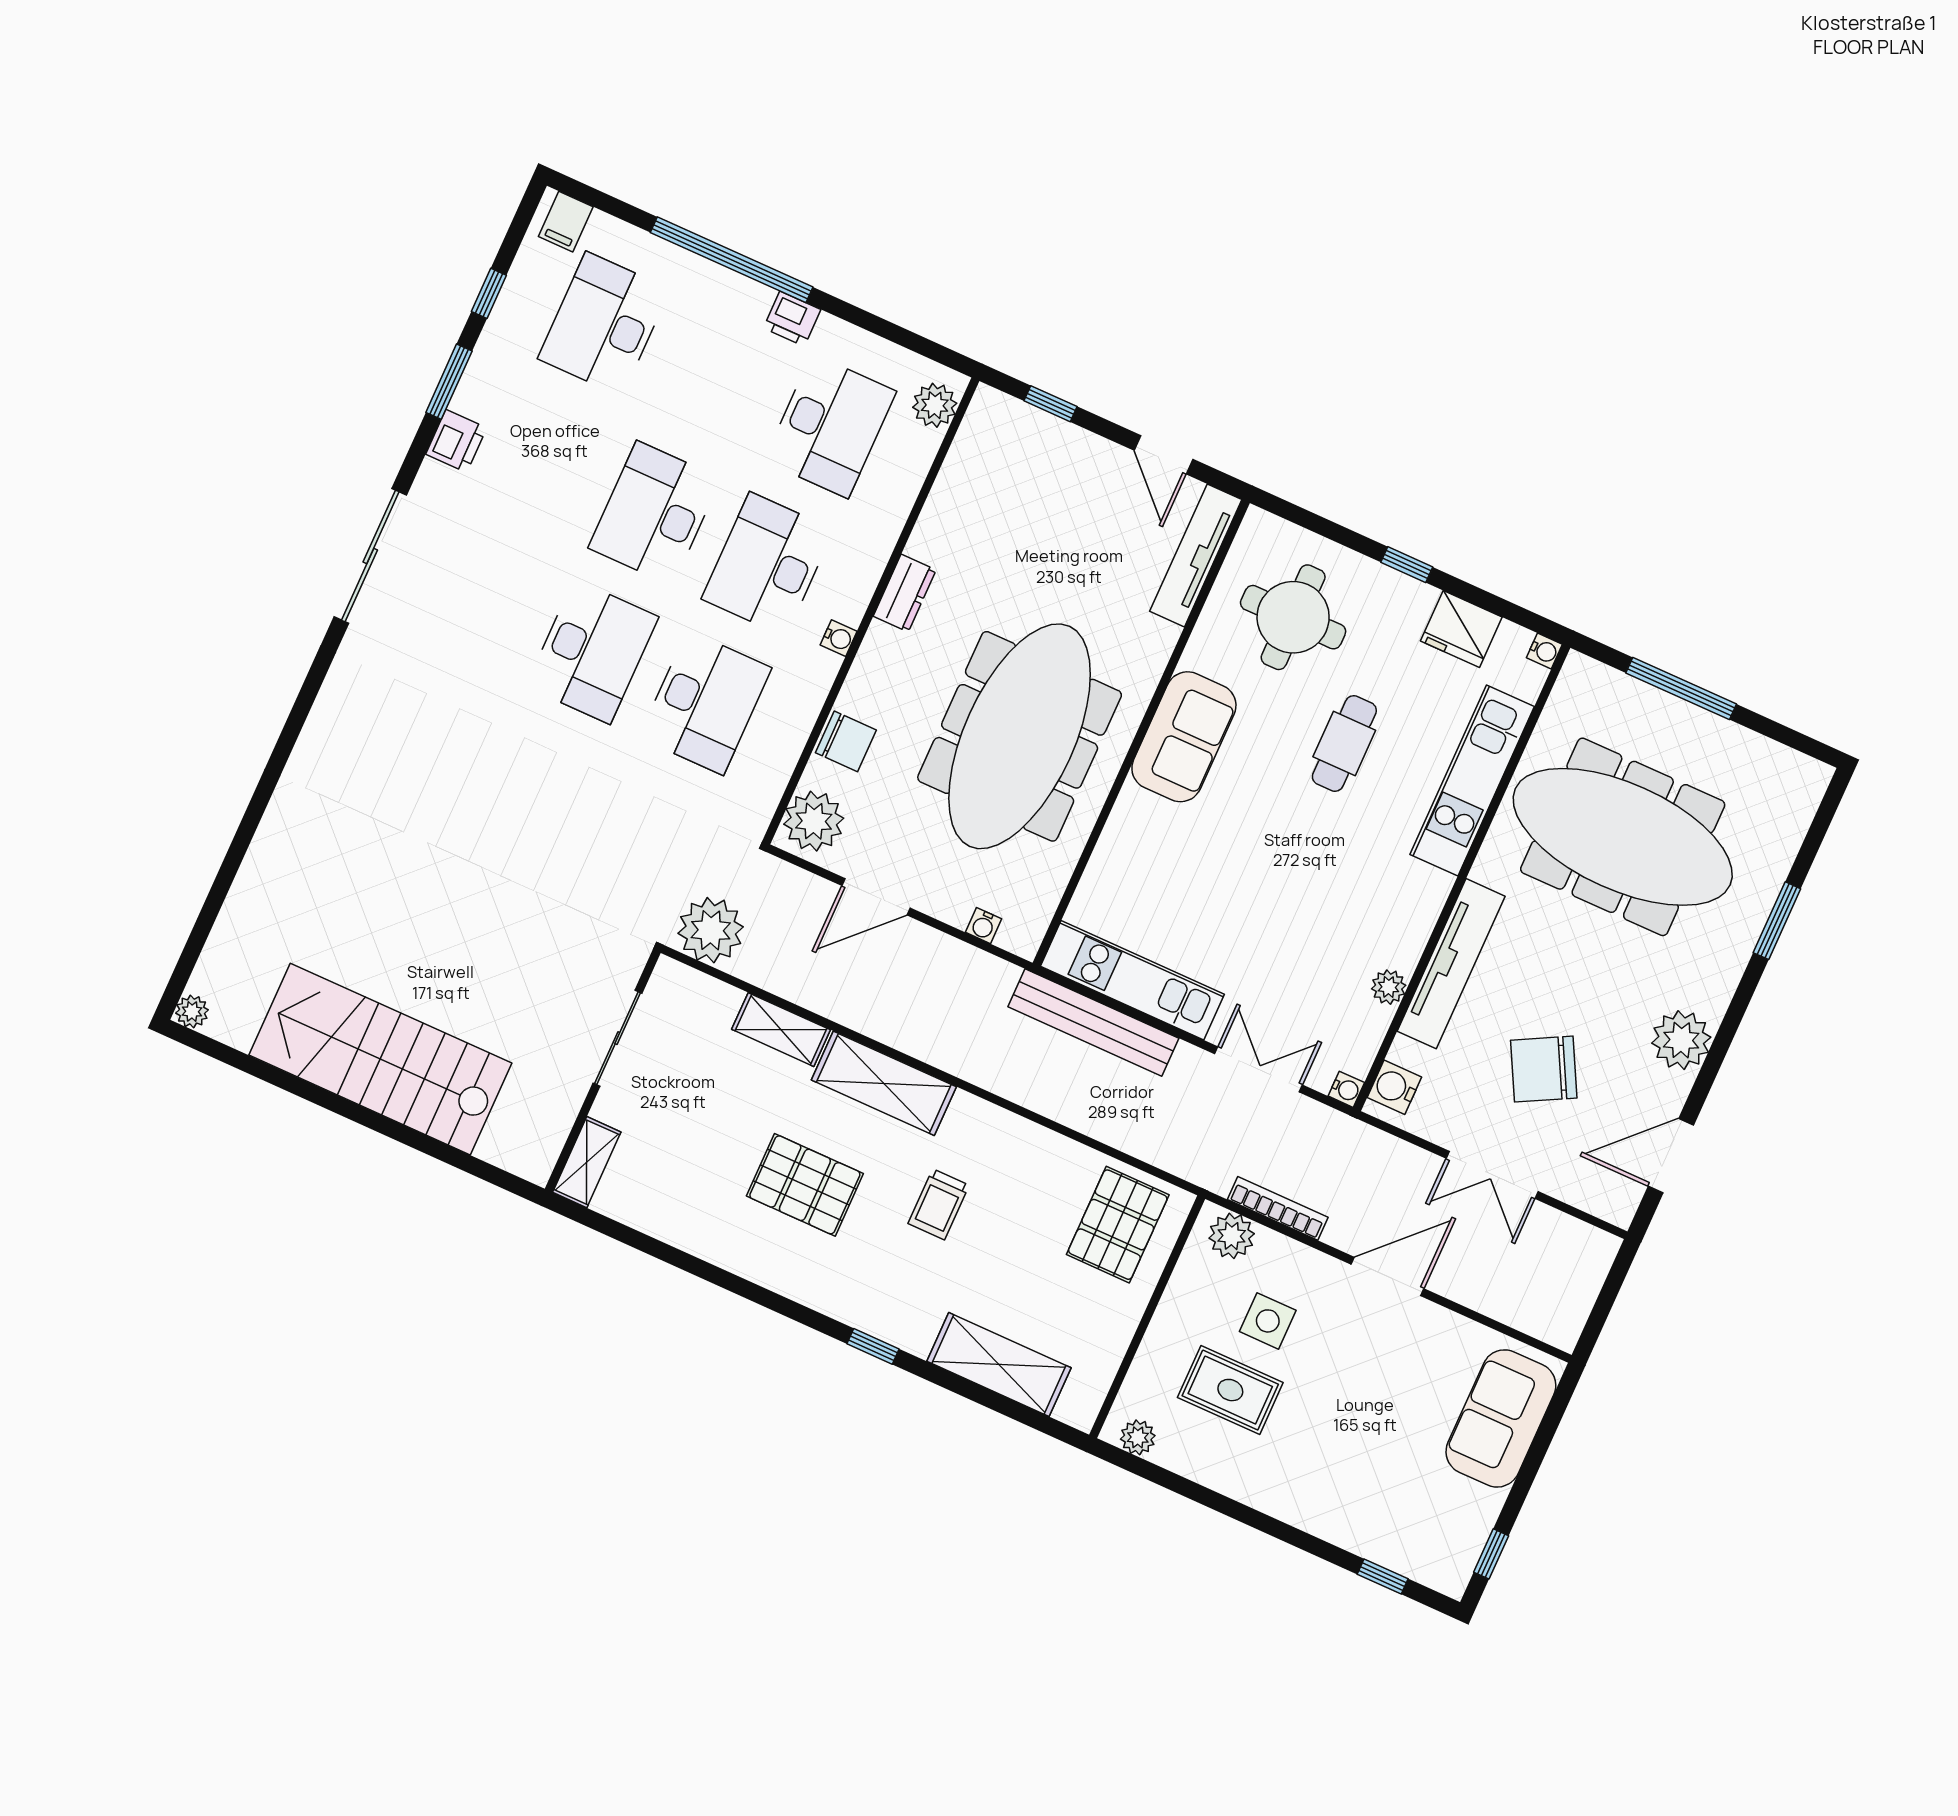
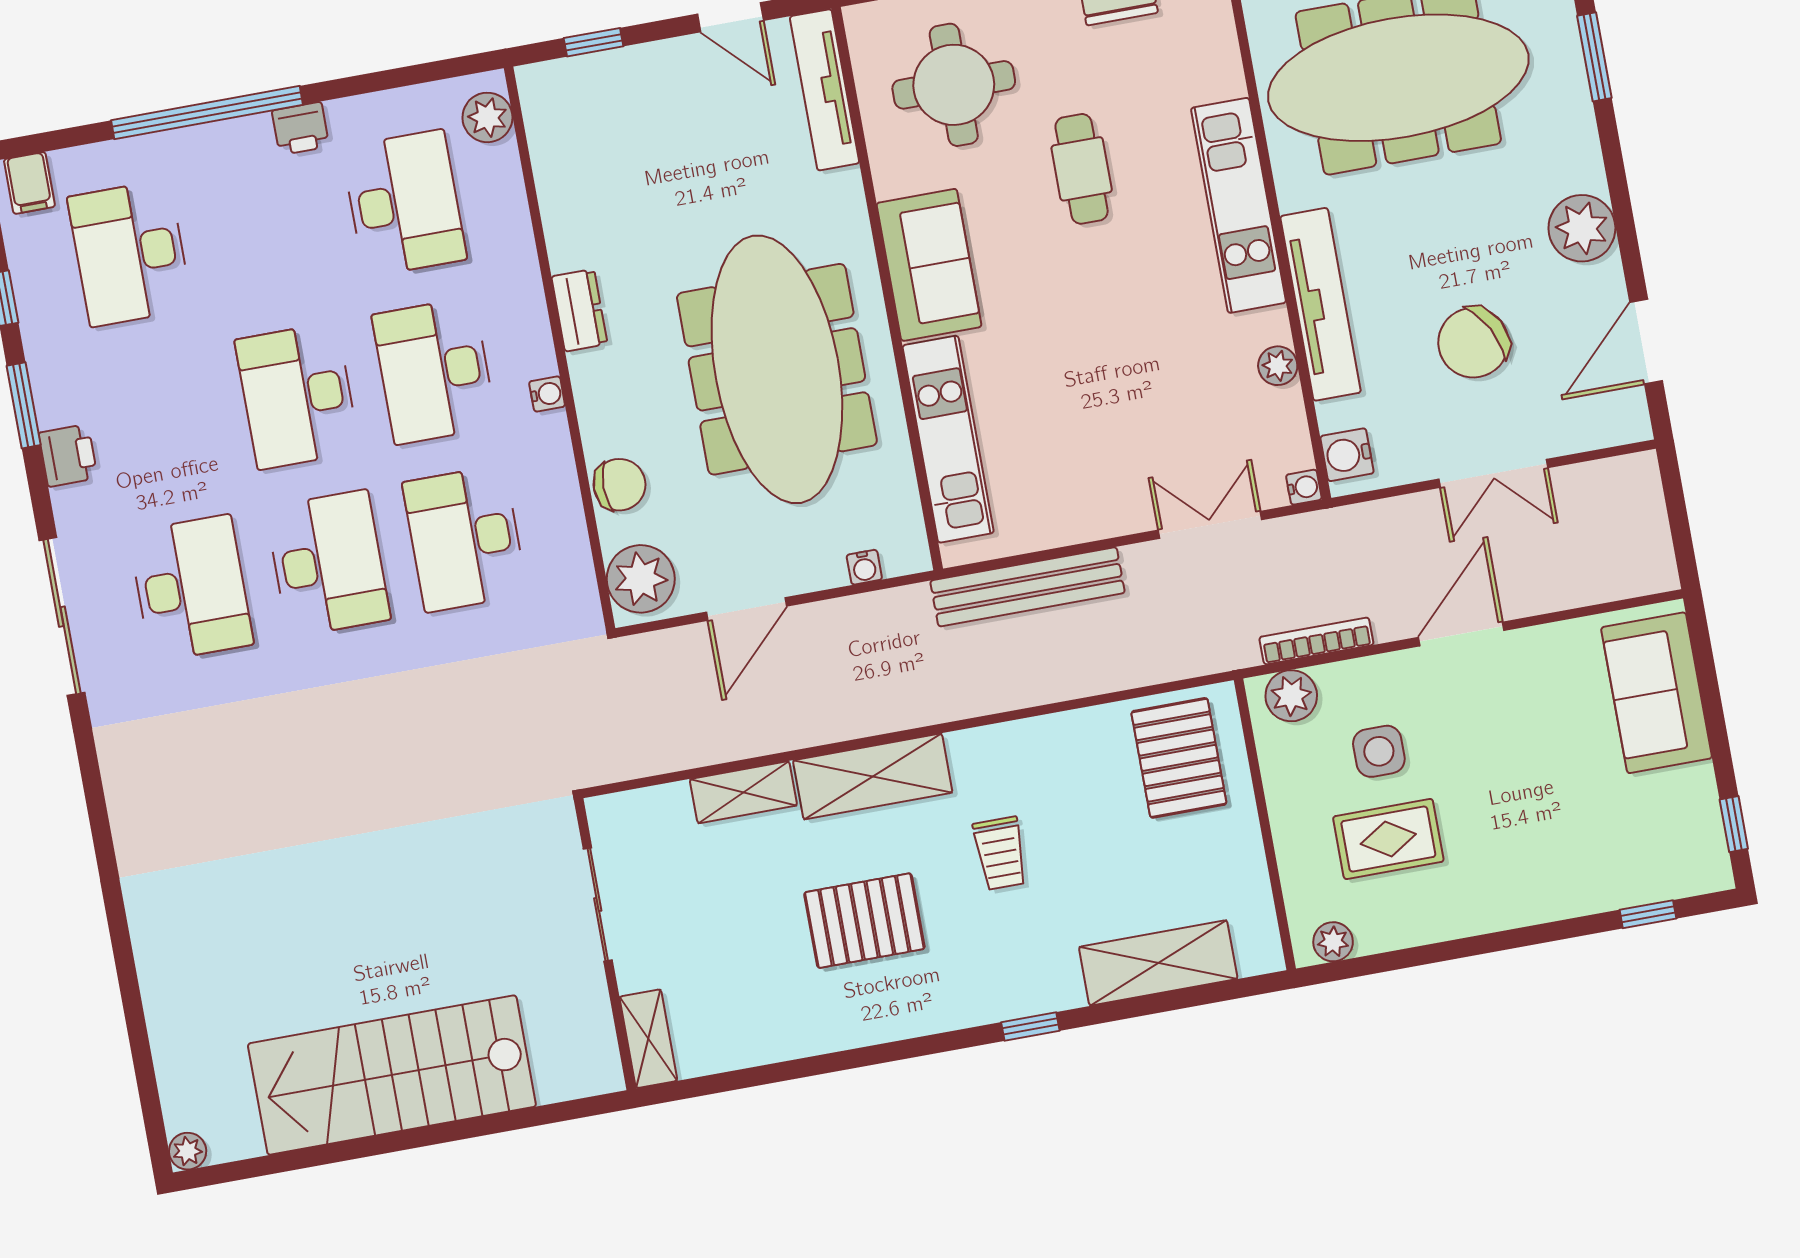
desk: (479, 600) -> (191, 588), added
desk: (705, 703) -> (465, 538), turned 180
kitchen unit: (1472, 780) -> (1238, 205), moved
plant: (711, 930) -> (615, 745), removed
kitchen unit: (1132, 980) -> (948, 439), moved, turned 90

